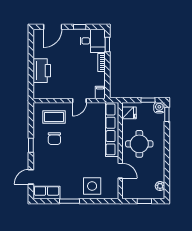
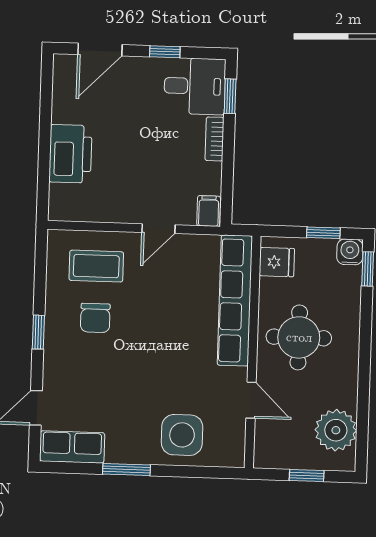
plant: (160, 186) -> (336, 430), width x1.88, depth x1.88

